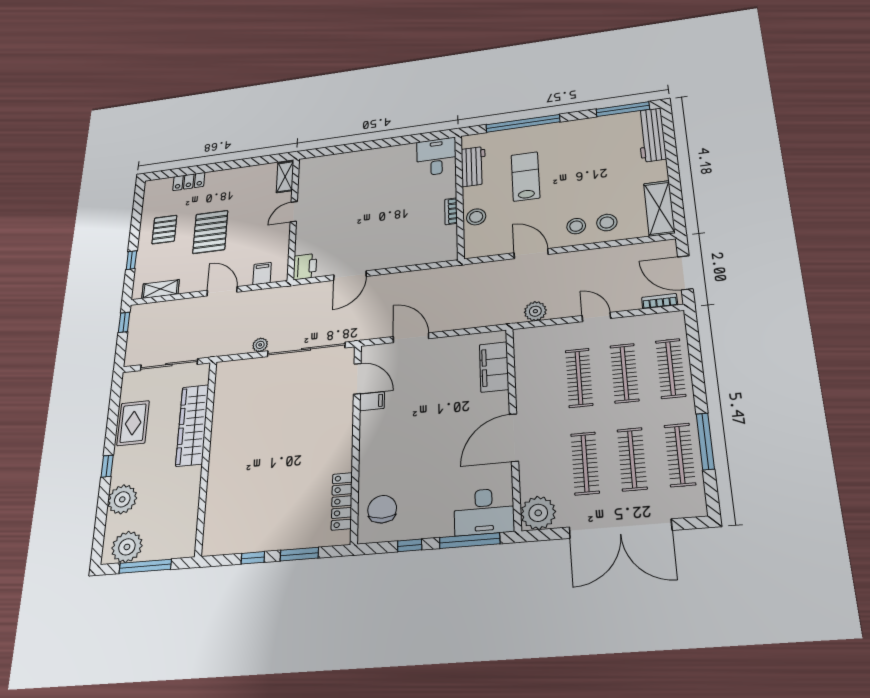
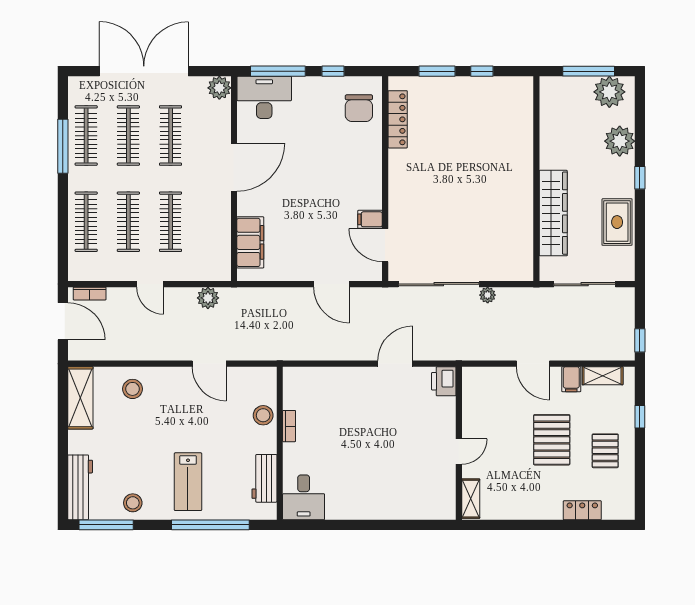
lab bench: (525, 176) -> (188, 482), moved
stool: (576, 226) -> (133, 503), moved
filing cabinet: (262, 274) -> (571, 379), moved
plant: (538, 513) -> (219, 88), width x0.73, depth x0.73

